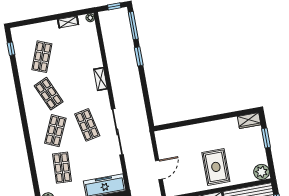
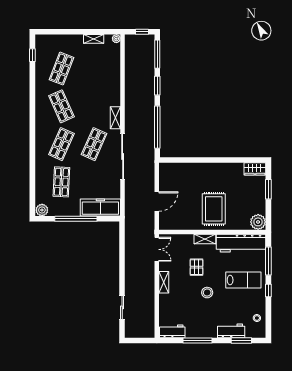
shelving: (101, 79) -> (115, 118), moved
window: (146, 97) -> (157, 127), added
shop shelf: (87, 125) -> (94, 144), turned 36

